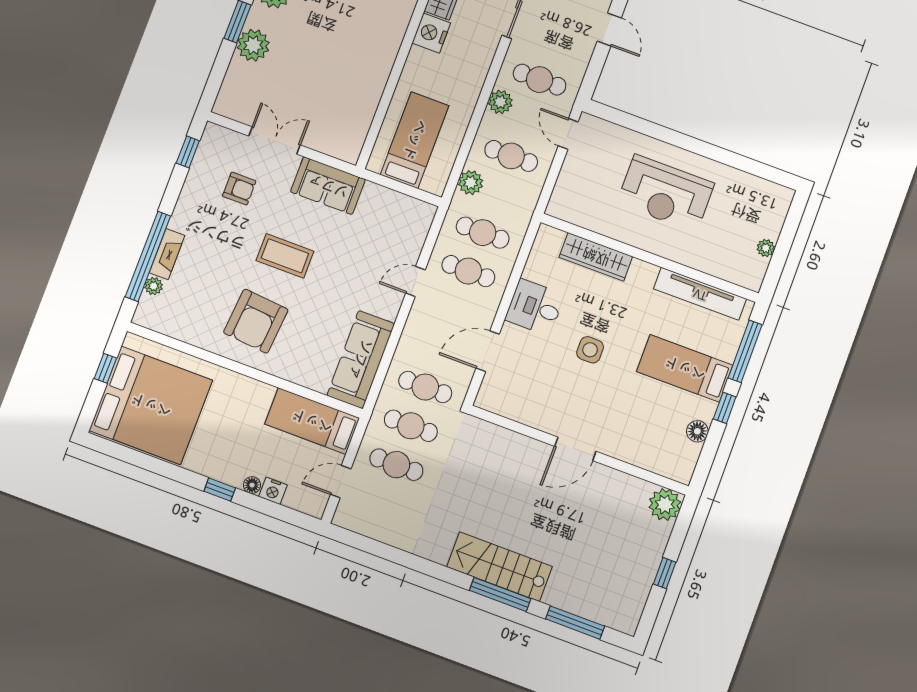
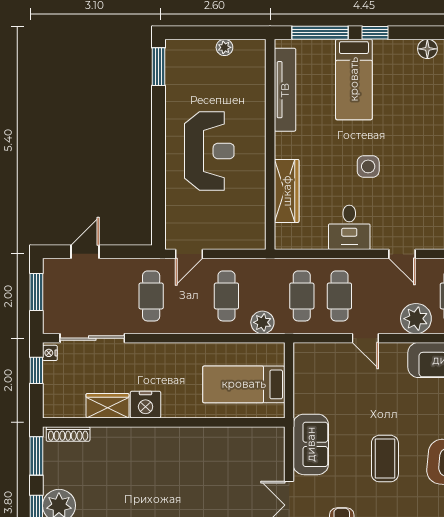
plant: (500, 102) -> (416, 319), moved, width x1.36, depth x1.36
window: (771, 174) -> (158, 67), added
door: (488, 351) -> (402, 254), width x0.73
floor lamp: (697, 431) -> (427, 49), moved

